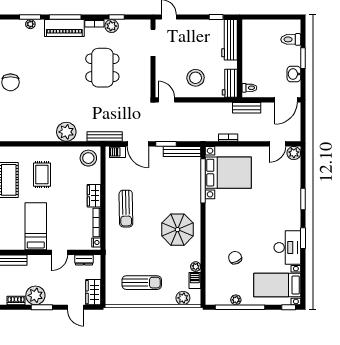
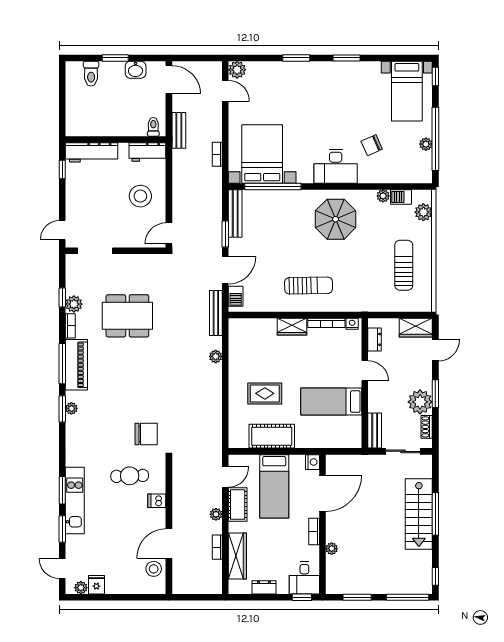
plant: (66, 132) -> (216, 356), width x0.53, depth x0.53
stool: (88, 158) -> (244, 334), removed
desk: (287, 248) -> (336, 166), moved, turned 180

